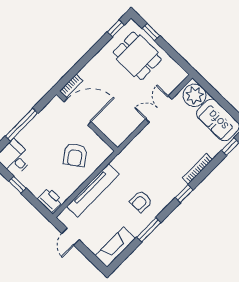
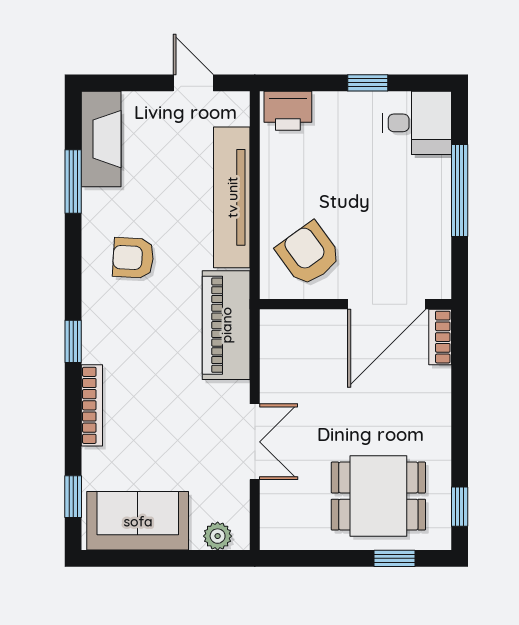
plant: (194, 95) -> (218, 536), width x0.53, depth x0.53
piano: (133, 153) -> (226, 325), added
armchair: (75, 155) -> (309, 254), moved
armchair: (141, 201) -> (133, 258), turned -87
window: (149, 230) -> (73, 182), moved

